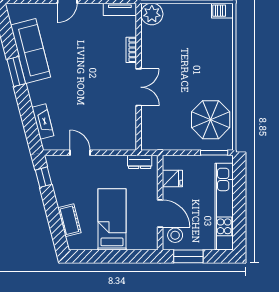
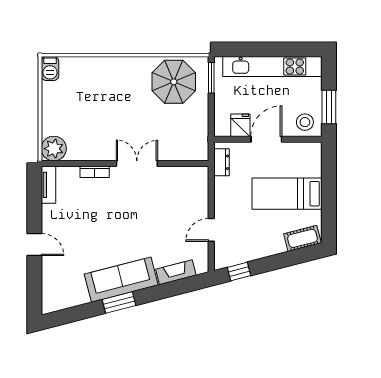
sofa: (31, 51) -> (121, 280), moved
door: (160, 213) -> (266, 139), moved
cot: (69, 220) -> (302, 238), moved

